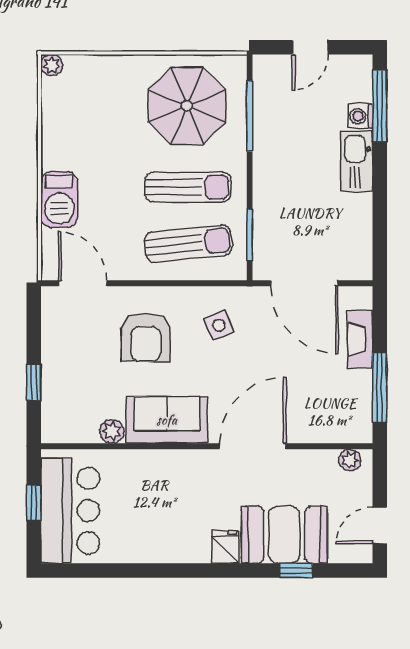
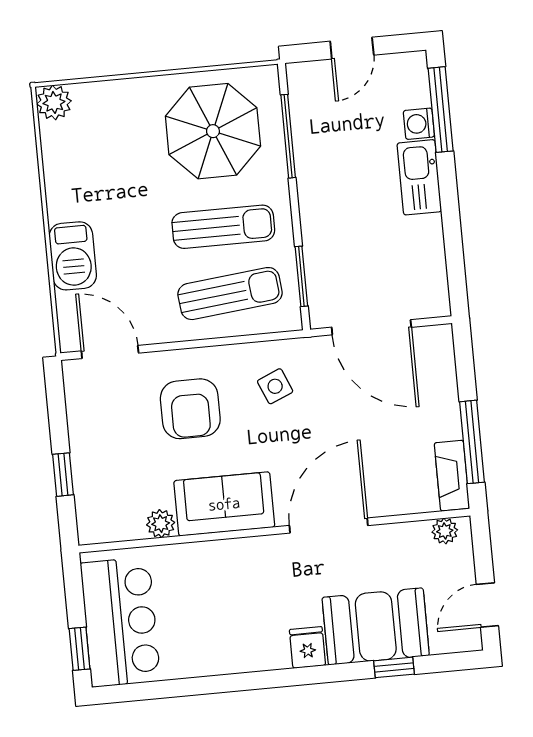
plant: (52, 65) -> (54, 102), width x1.38, depth x1.38
fireplace: (360, 339) -> (452, 476), moved
window: (34, 503) -> (79, 649), moved

